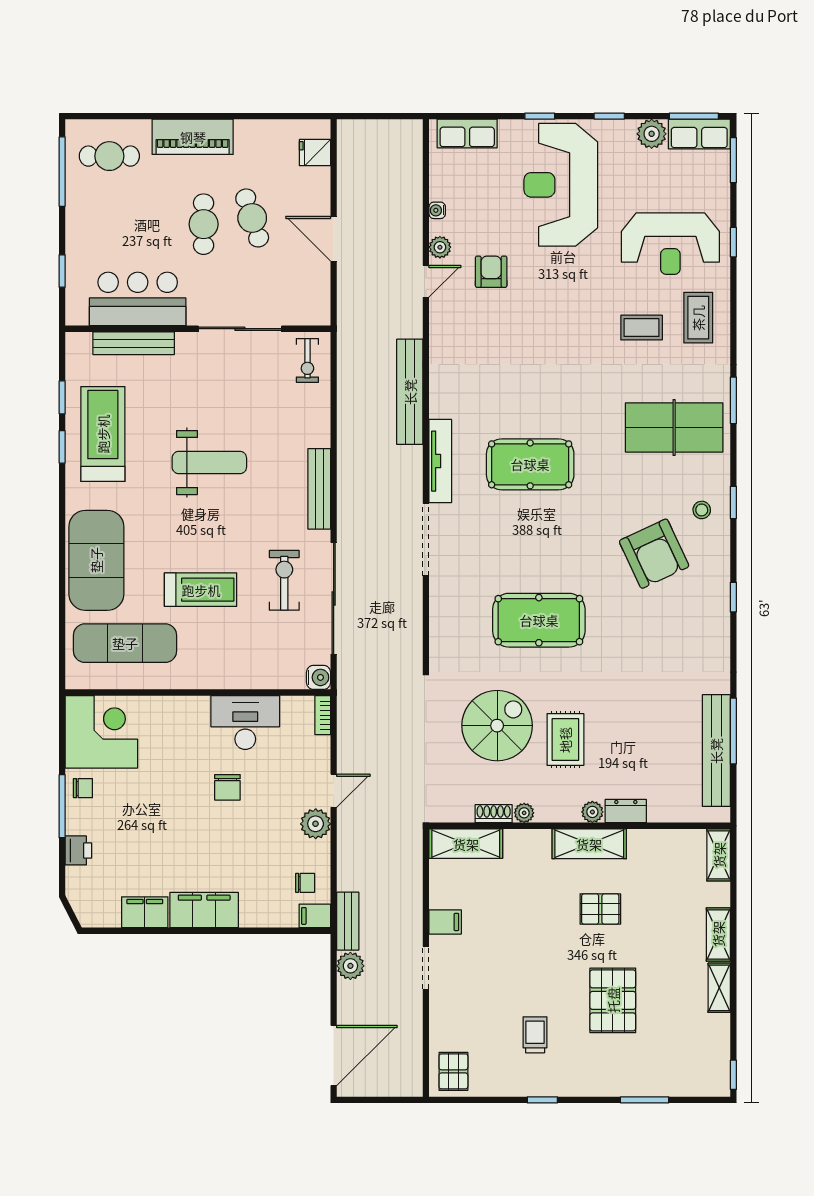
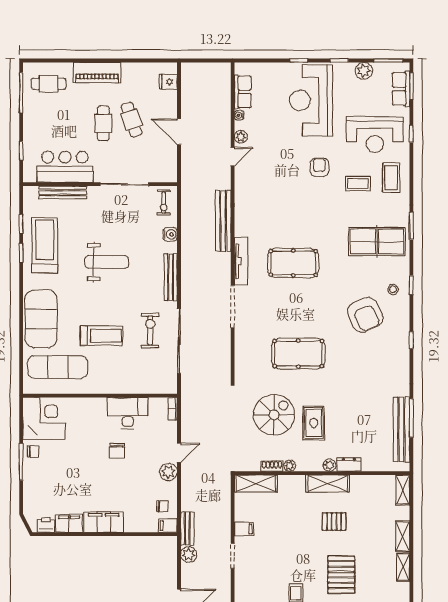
row of seats: (467, 134) -> (243, 92), moved, turned -90
row of seats: (699, 134) -> (401, 89), moved, turned 90
armchair: (491, 272) -> (319, 167), moved
water cooler: (319, 677) -> (170, 234), moved
printer: (78, 850) -> (46, 525), moved, turned -90

